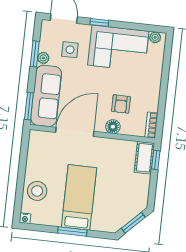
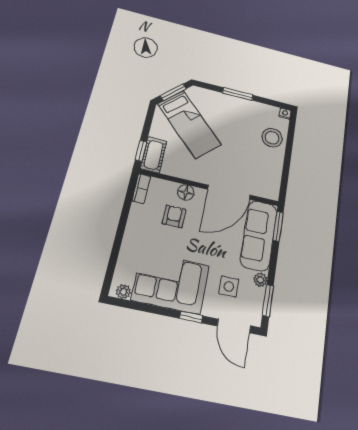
window: (35, 54) -> (268, 301), moved
bed: (79, 197) -> (189, 124), moved, turned -45

